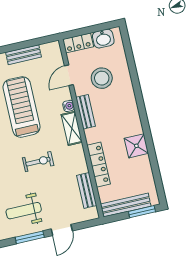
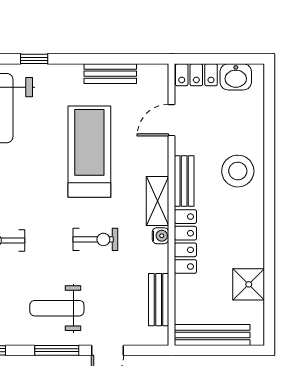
stool: (102, 78) -> (238, 171), moved
water cooler: (69, 106) -> (160, 236), moved
shower: (136, 146) -> (249, 284), moved
locker: (99, 165) -> (185, 242), moved
window: (142, 212) -> (234, 350), removed

